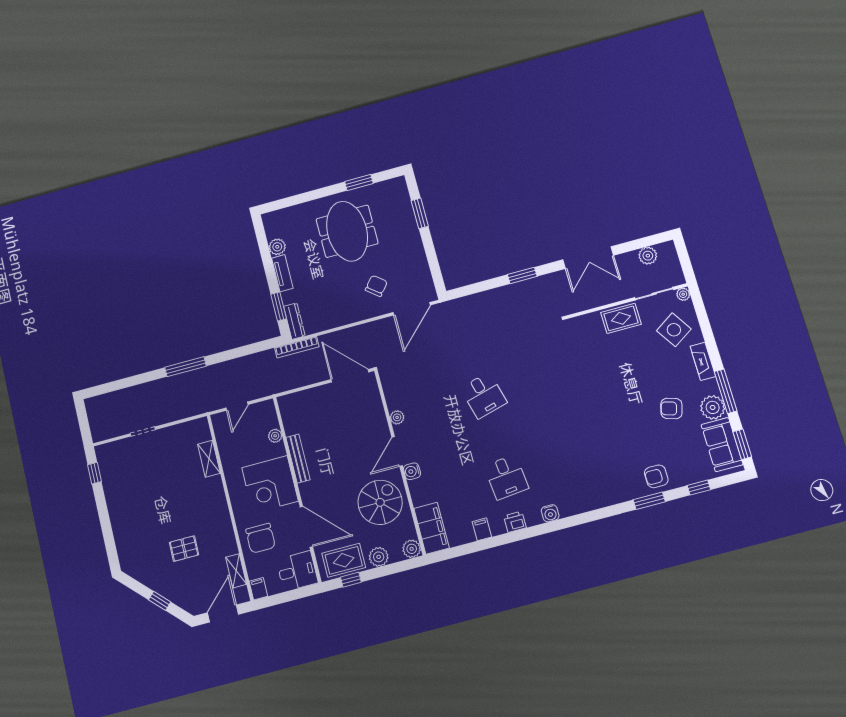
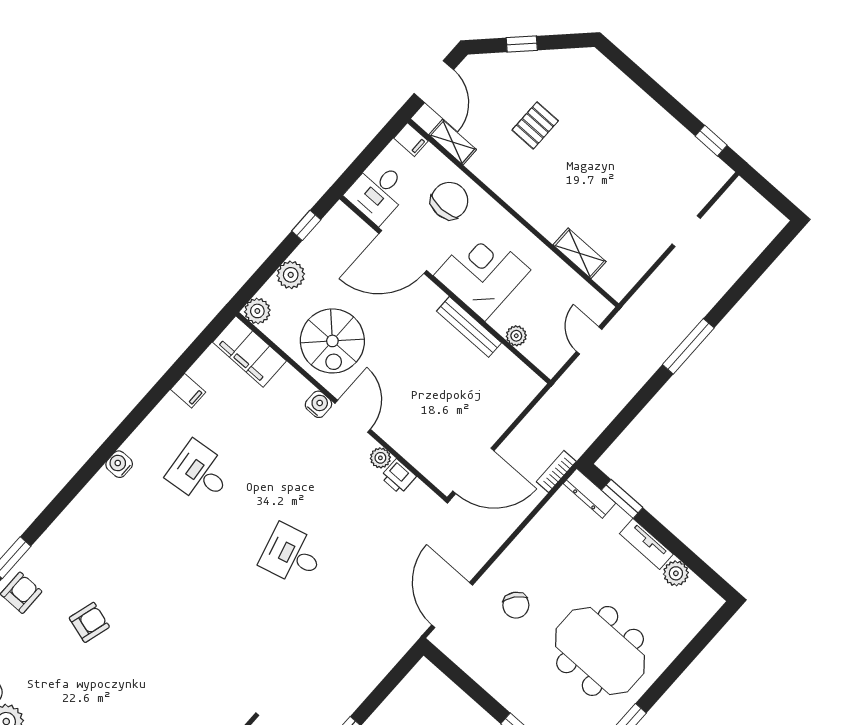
bookcase: (297, 347) -> (556, 471), width x0.64
armchair: (671, 408) -> (89, 622), moved
printer: (515, 522) -> (398, 477), moved, turned 90
chair: (261, 538) -> (449, 201), turned 90
rug: (344, 560) -> (330, 242), removed

